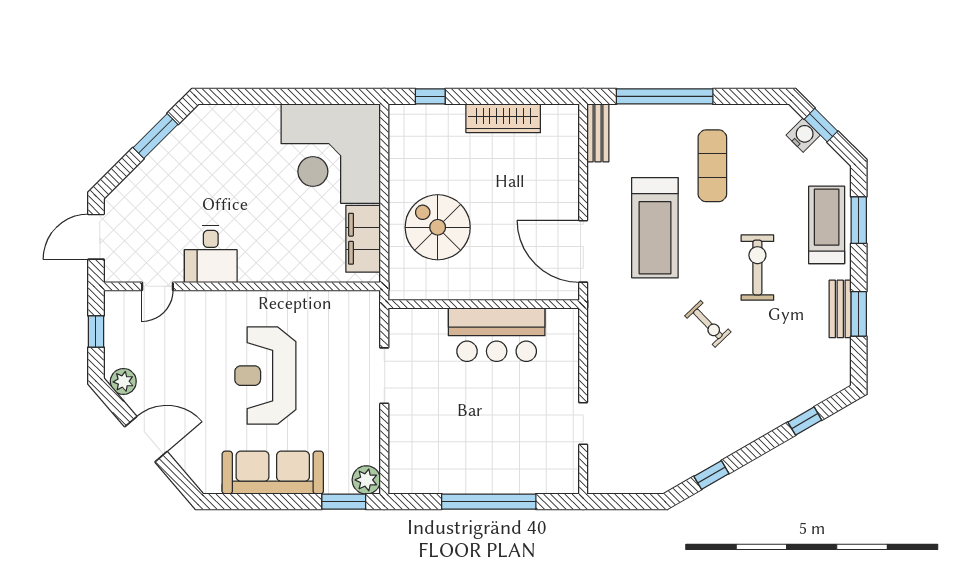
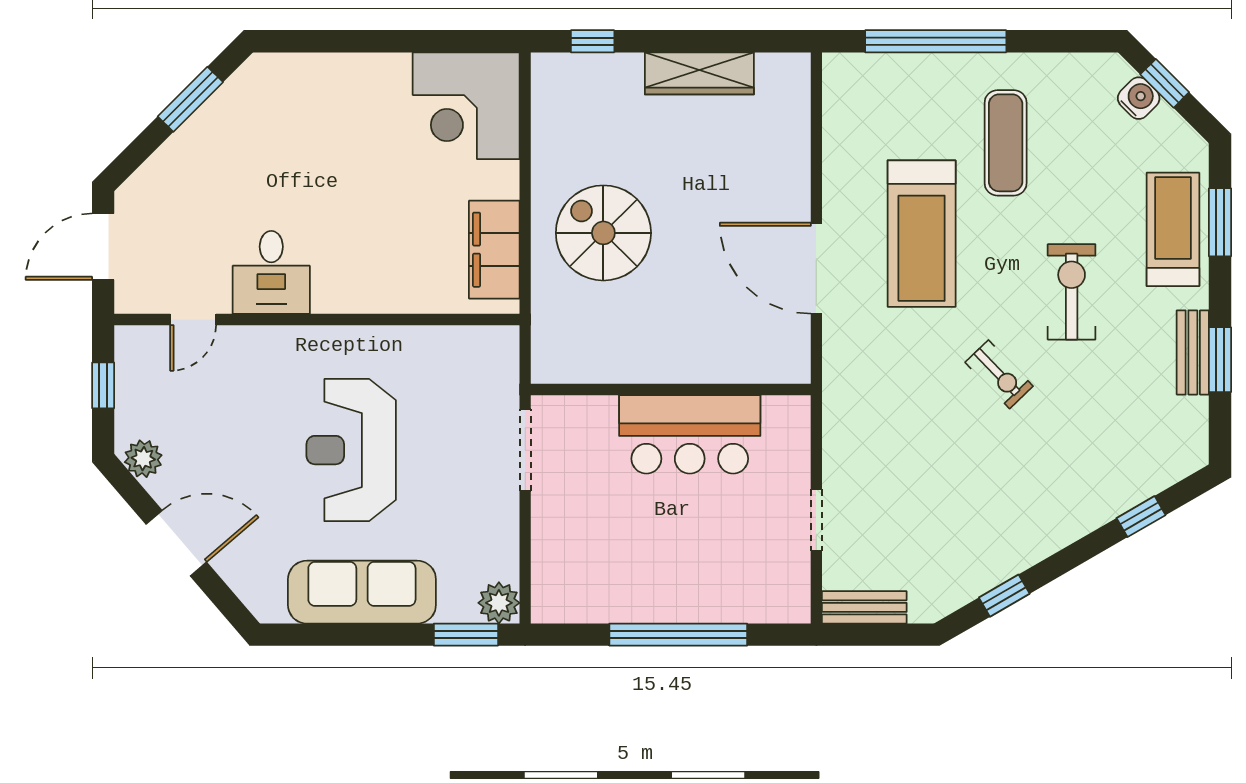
bench: (598, 133) -> (864, 607), moved, turned 90
corner desk: (331, 154) -> (466, 106), width x0.74, depth x0.74
wall: (484, 304) -> (671, 390), moved
bar counter: (497, 335) -> (690, 434), moved

